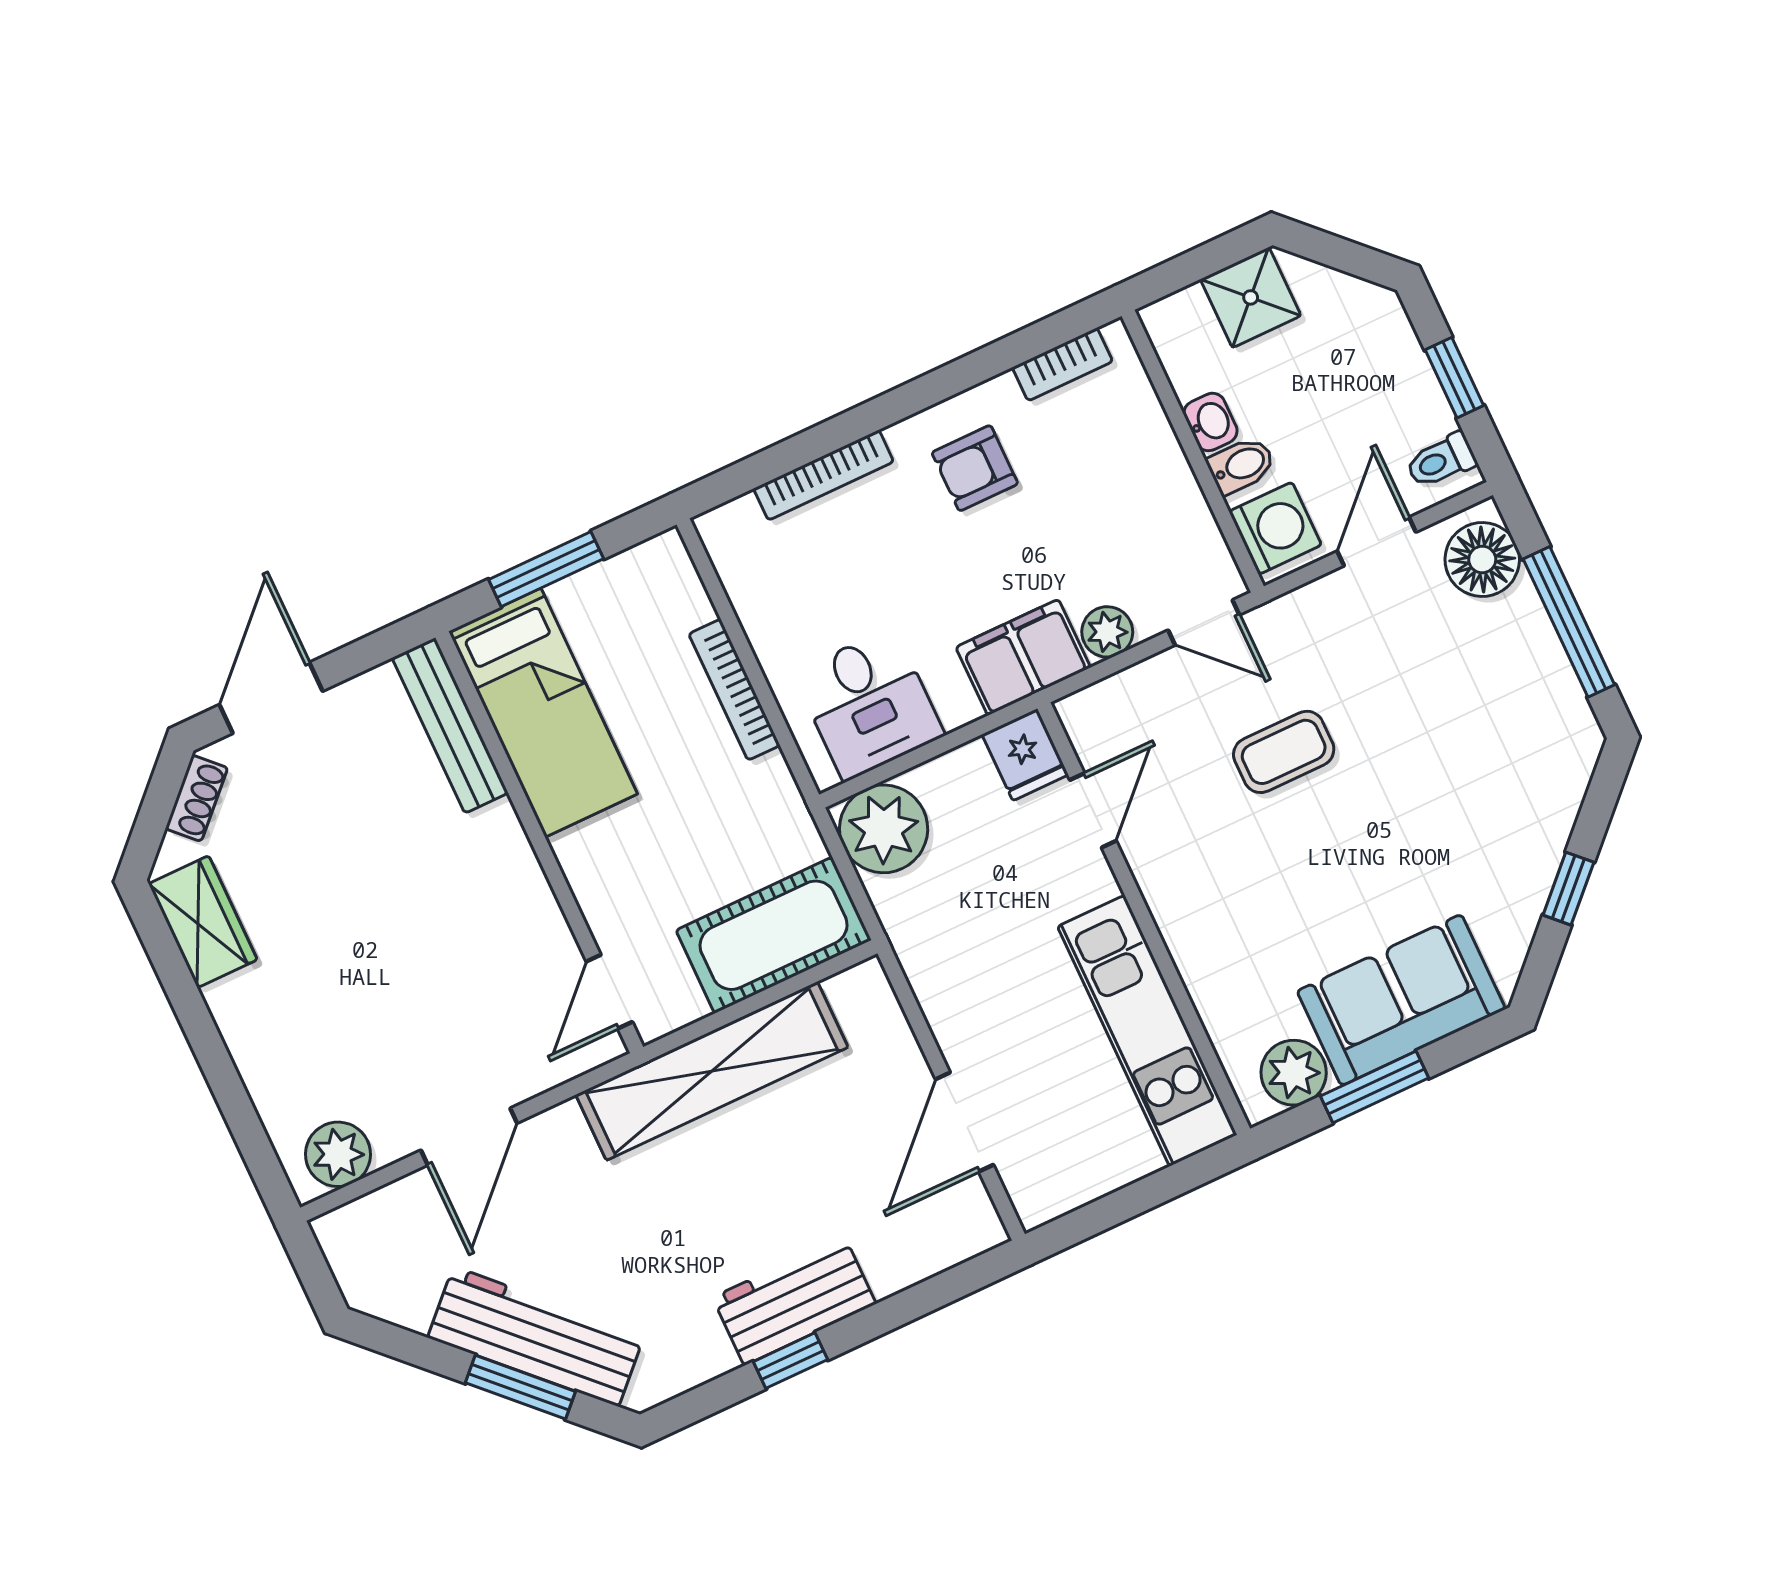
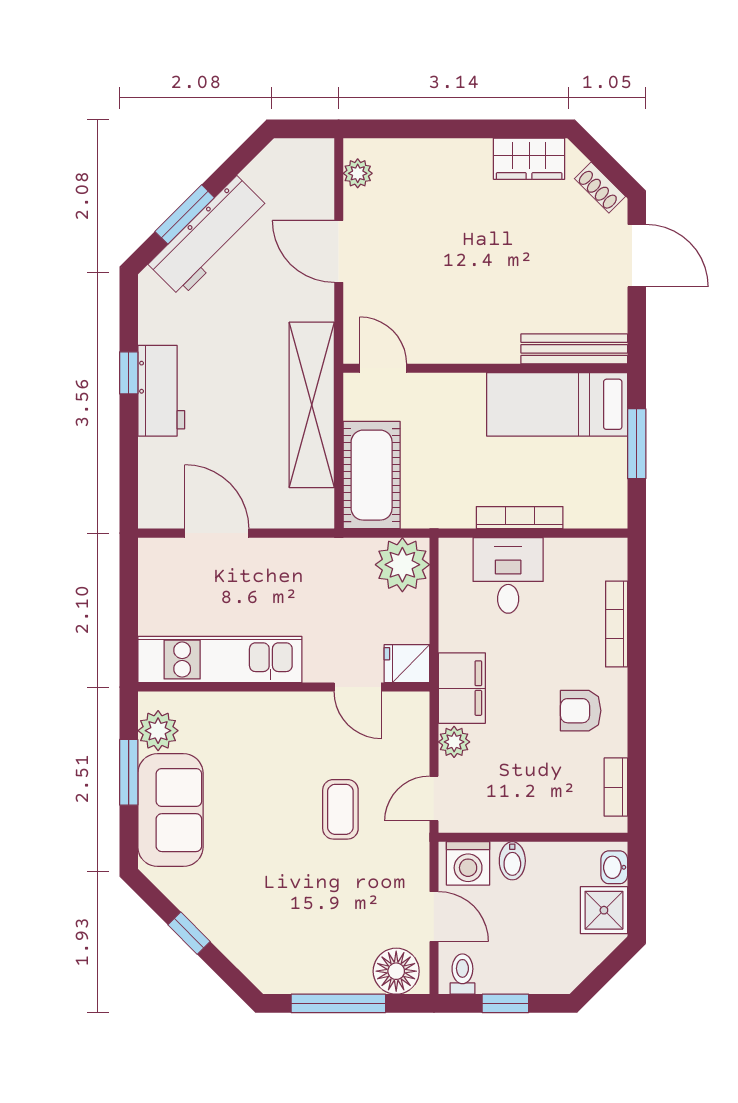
washbasin: (1211, 422) -> (614, 867), moved, turned 90
armchair: (975, 468) -> (581, 711), turned -90
desk: (869, 704) -> (508, 575), moved, turned 90
plant: (338, 1154) -> (358, 173), width x0.73, depth x0.73

